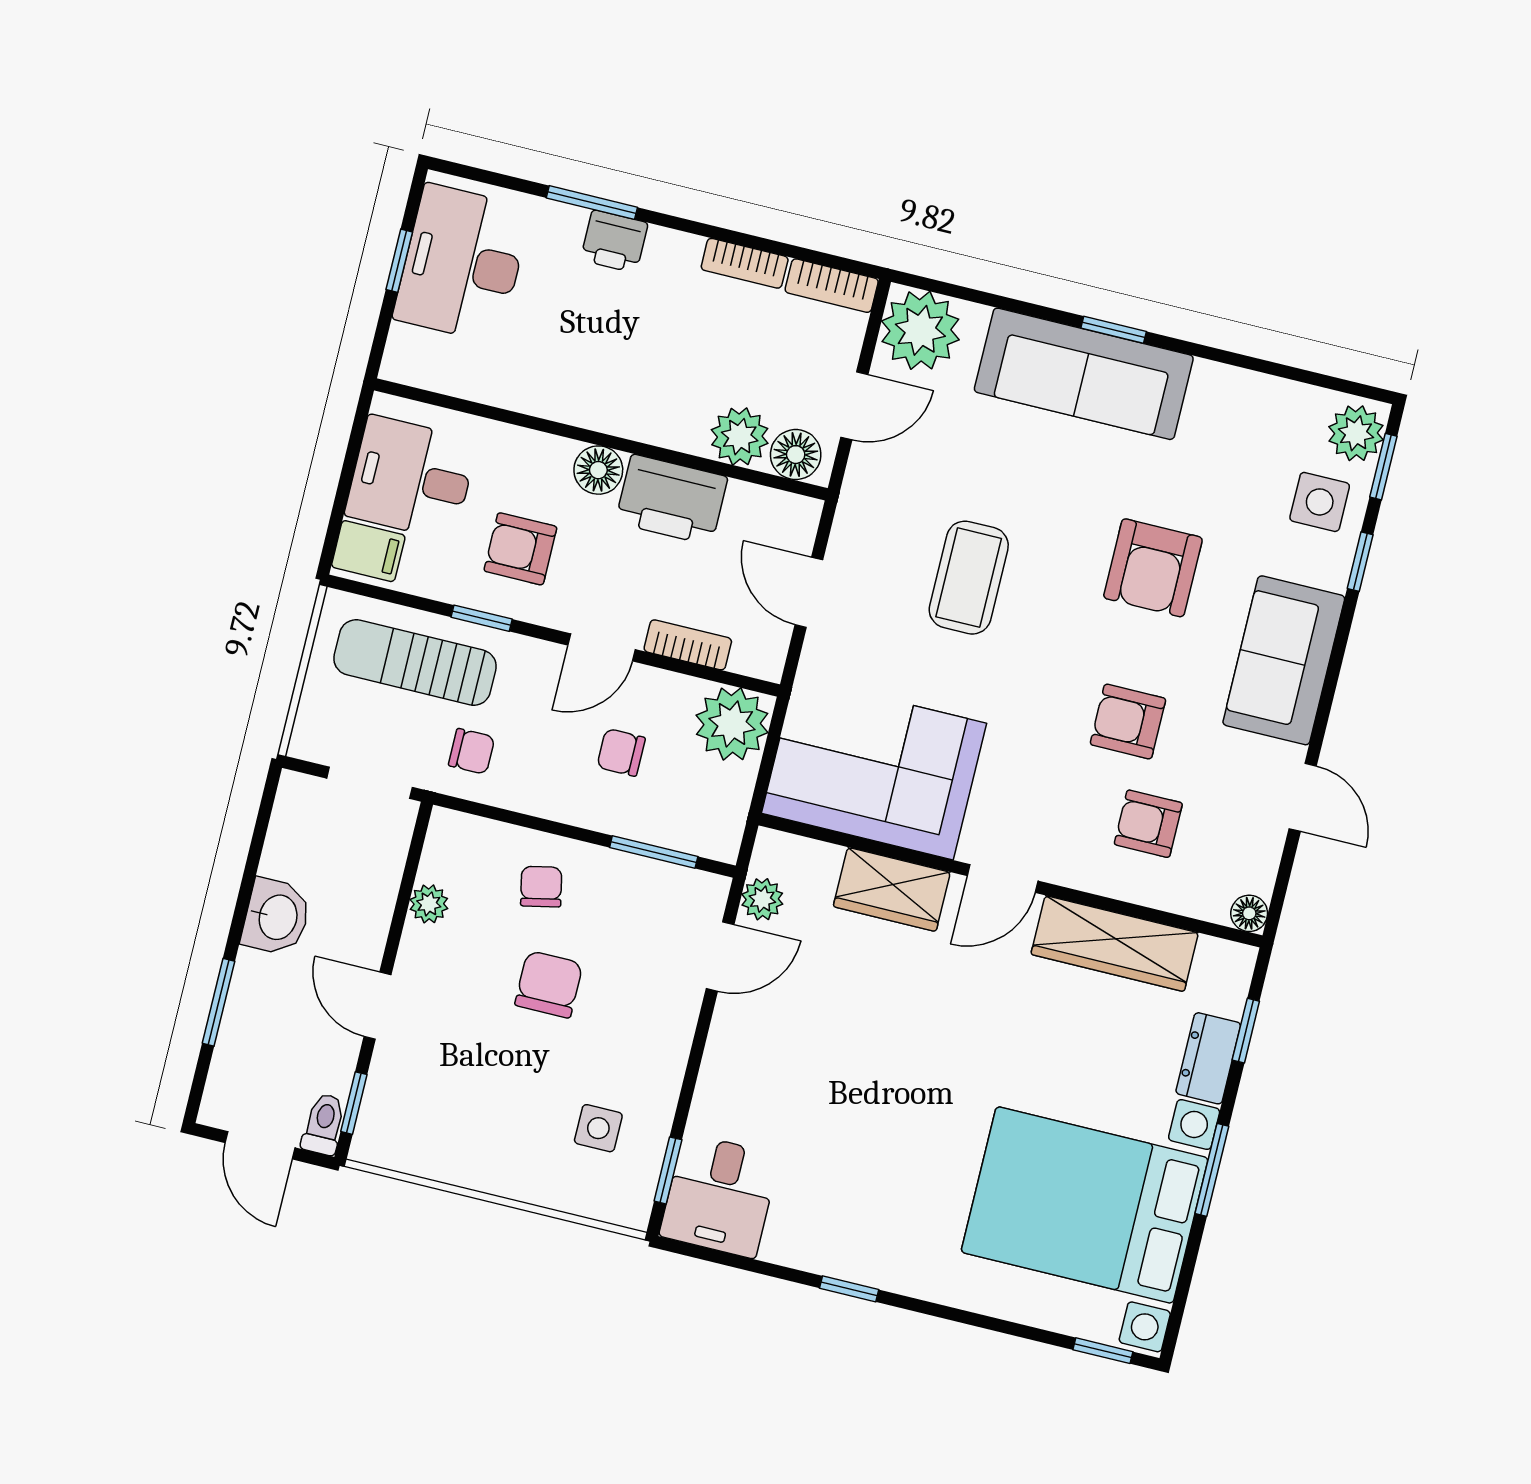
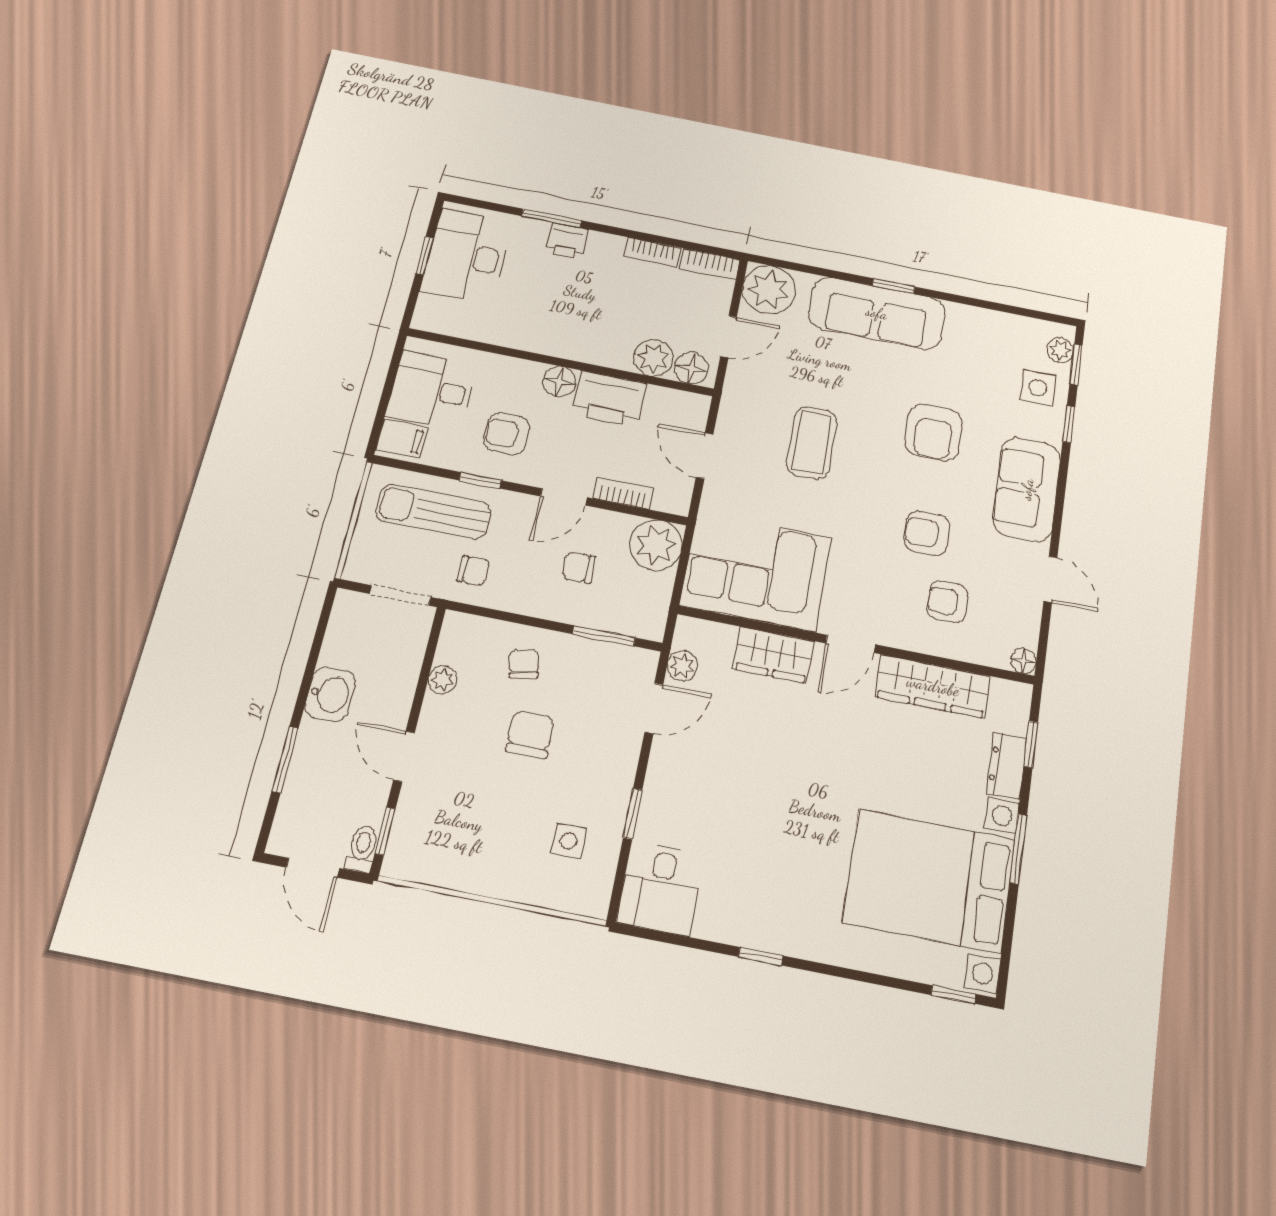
plant: (1356, 433) -> (1060, 350), width x0.73, depth x0.73
window: (668, 1170) -> (633, 814), moved

